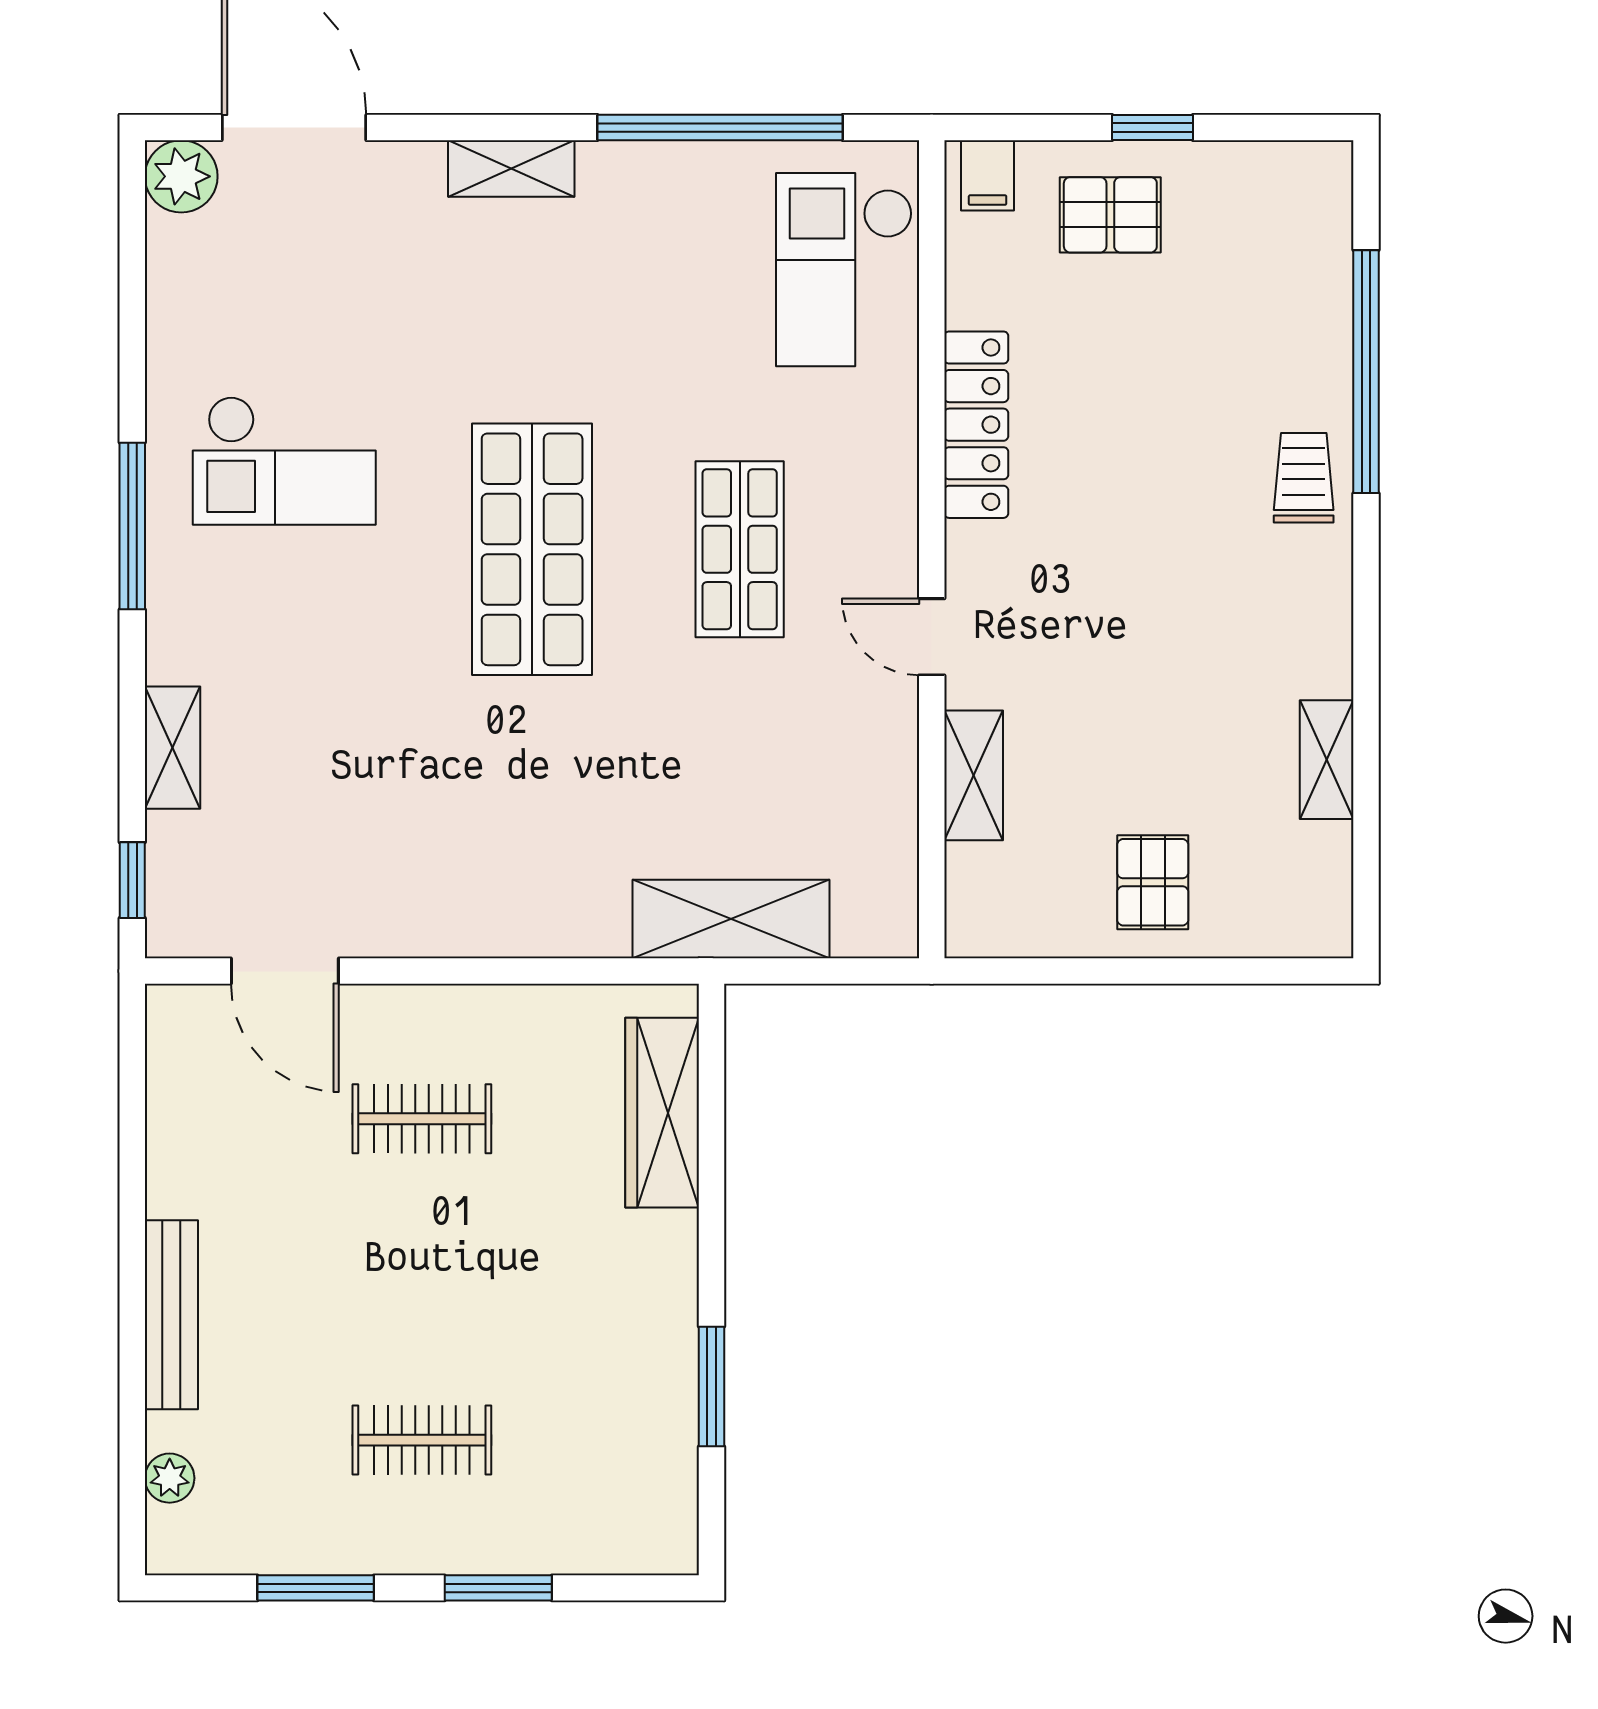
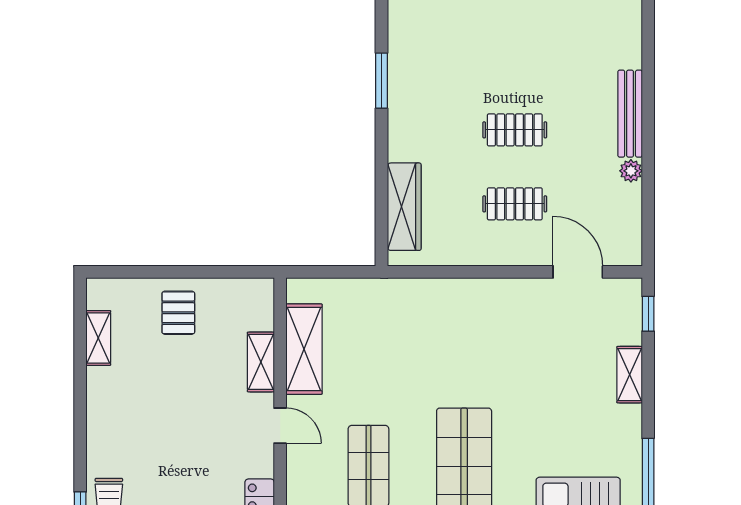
shelving: (1327, 760) -> (98, 338), moved
shelving: (731, 919) -> (304, 349), moved, turned 90
clothes rail: (422, 1440) -> (515, 130), moved
plant: (170, 1478) -> (631, 171), moved

